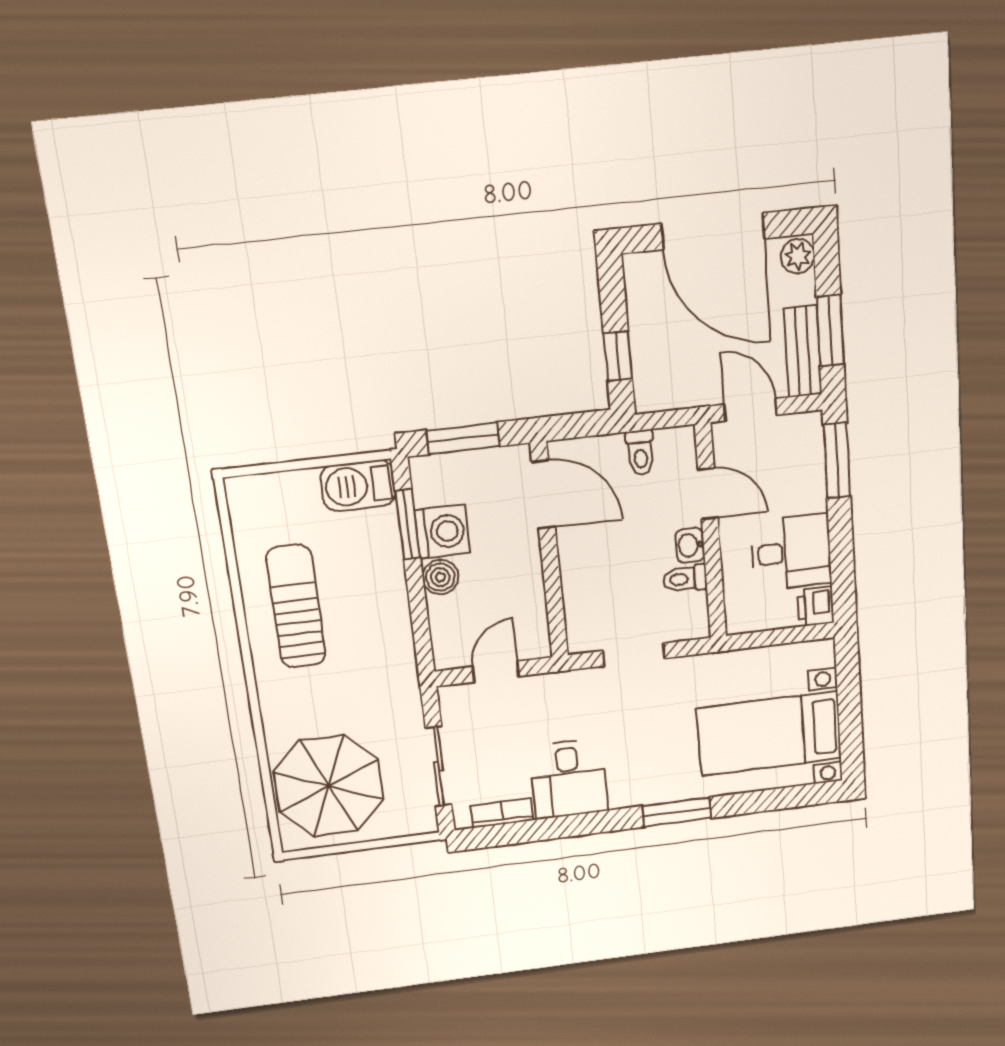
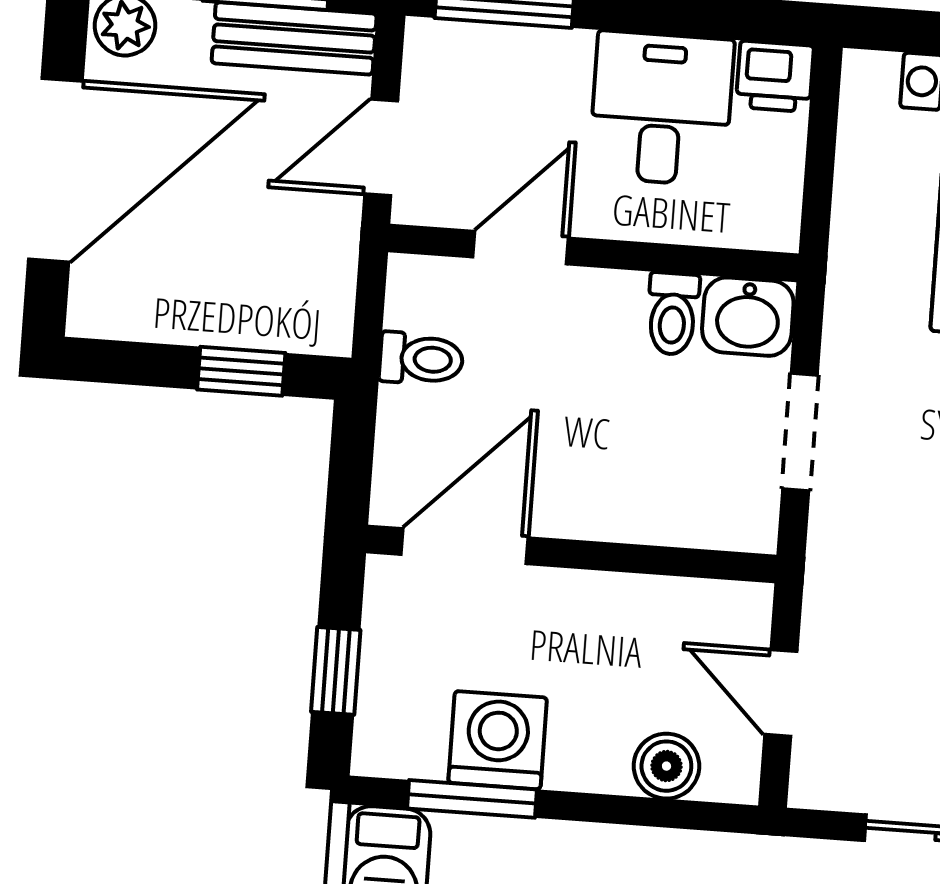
window: (463, 438) -> (336, 671), width x0.67
washbasin: (690, 545) -> (748, 317), moved, width x1.38, depth x1.45
boiler: (440, 577) -> (666, 766), moved

